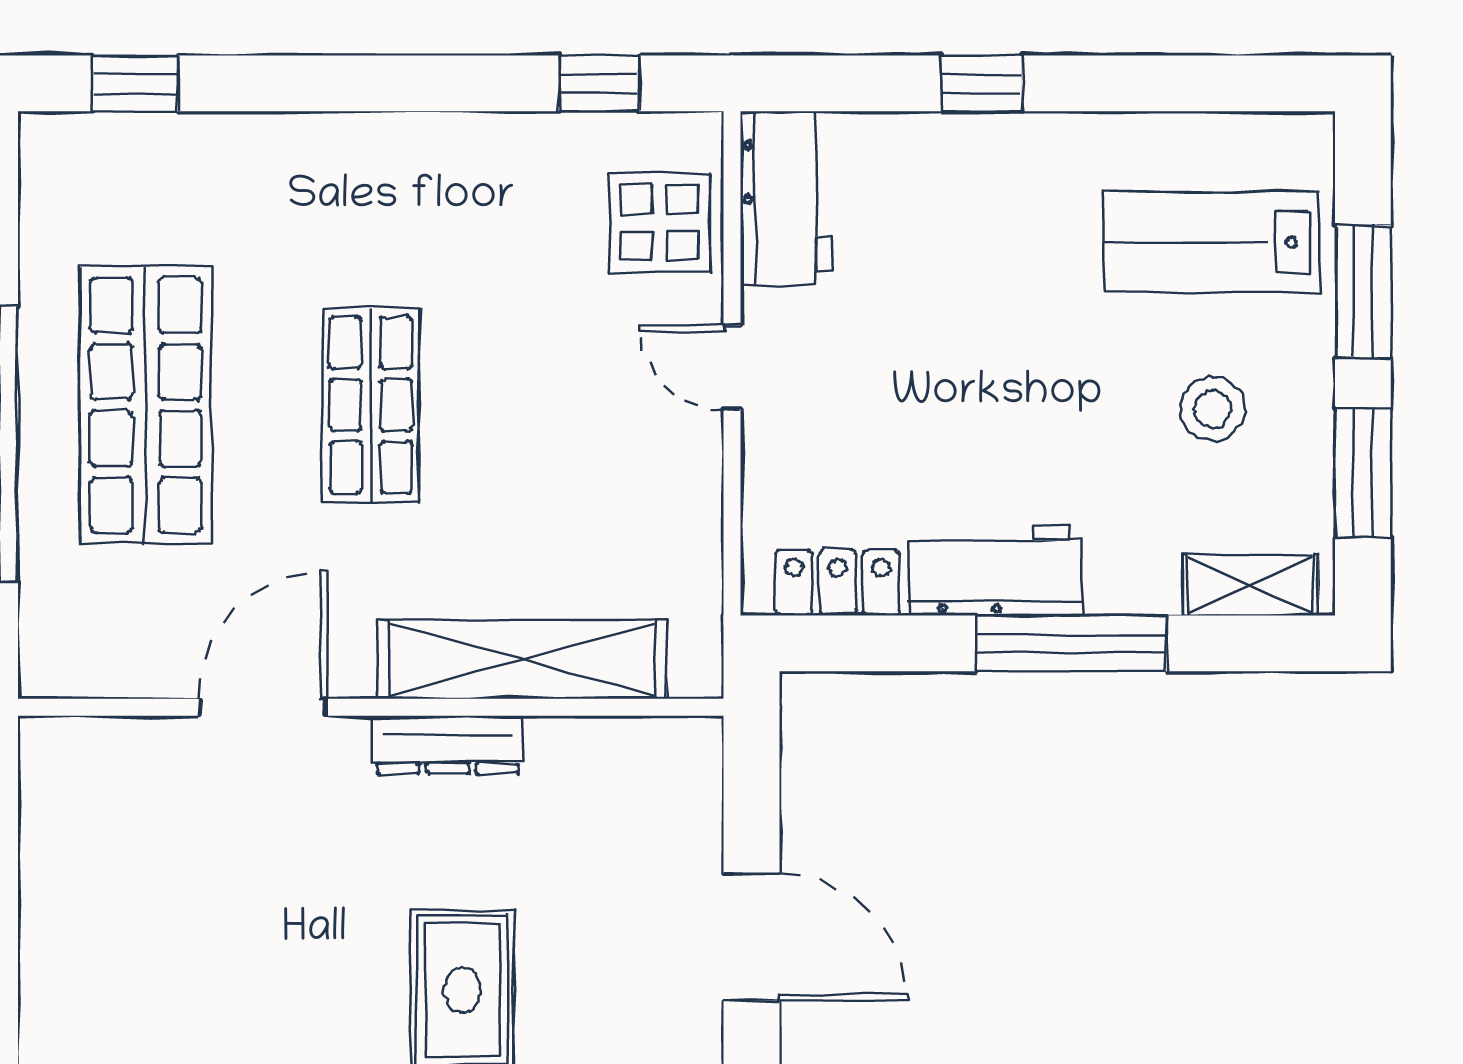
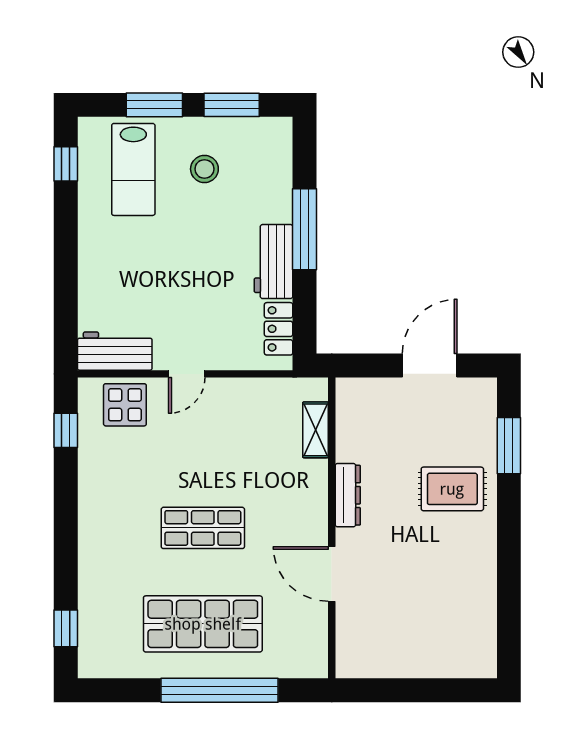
window: (982, 83) -> (66, 164), moved
shelving: (1250, 585) -> (280, 153), removed
shelving: (522, 660) -> (316, 430), width x0.45, depth x0.75

